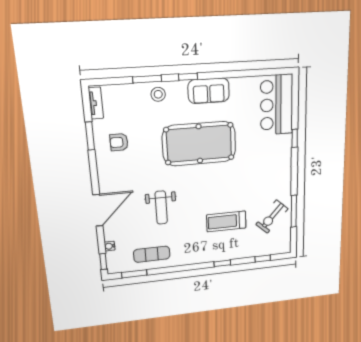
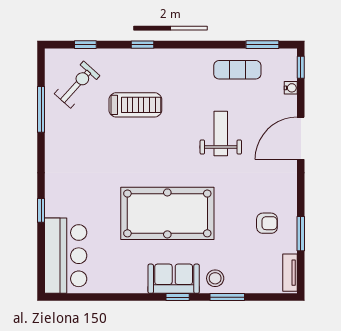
sofa: (209, 91) -> (174, 279), moved
exercise bike: (272, 217) -> (77, 85), moved

